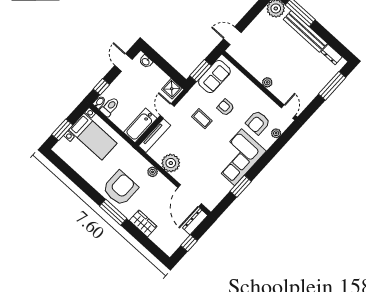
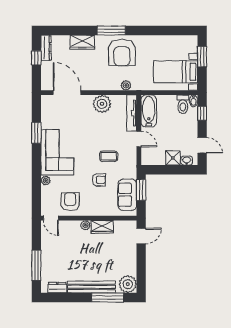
wardrobe: (256, 70) -> (102, 227), added
shower: (172, 89) -> (173, 158), moved
armchair: (258, 122) -> (70, 202), moved
plant: (276, 133) -> (46, 181), moved
plant: (153, 172) -> (126, 85), moved
dresser: (195, 222) -> (46, 48), moved

